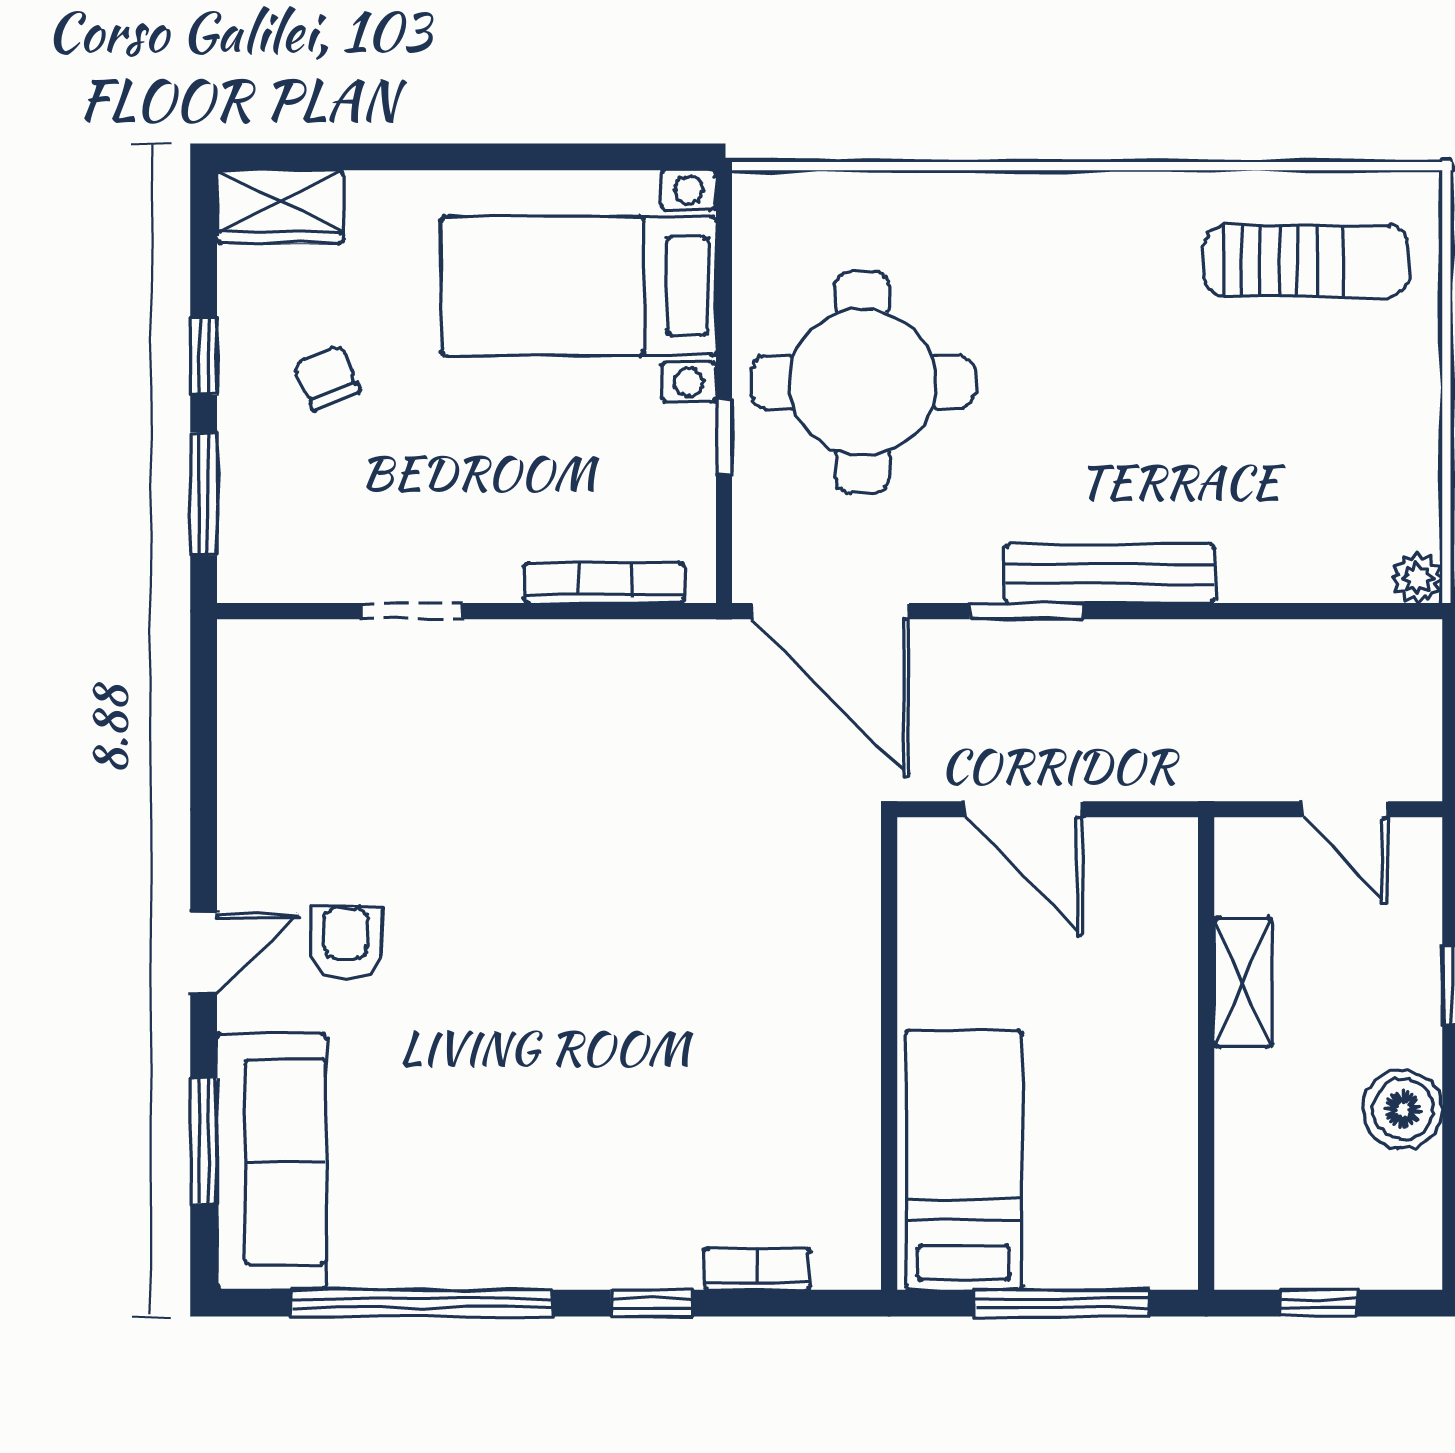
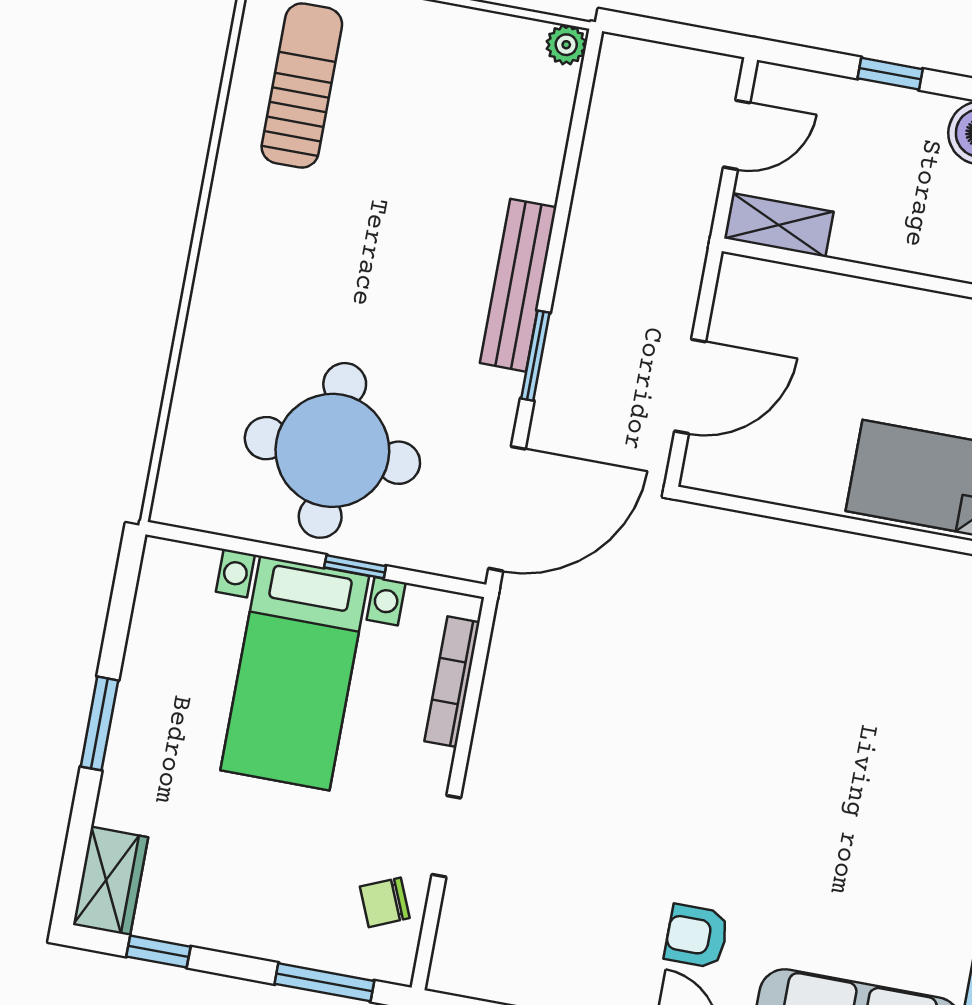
window: (472, 157) -> (99, 723), added
bed with nightstands: (579, 286) -> (295, 673), moved
window: (204, 356) -> (158, 952), moved
chair: (327, 377) -> (385, 902), moved
shelving: (1243, 982) -> (779, 225), moved

